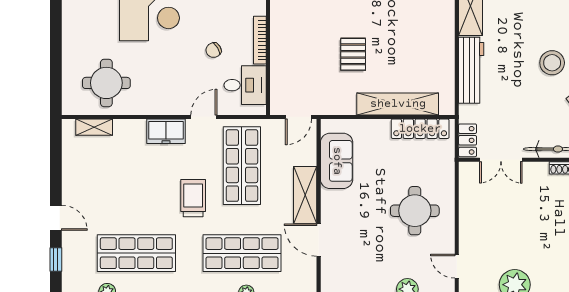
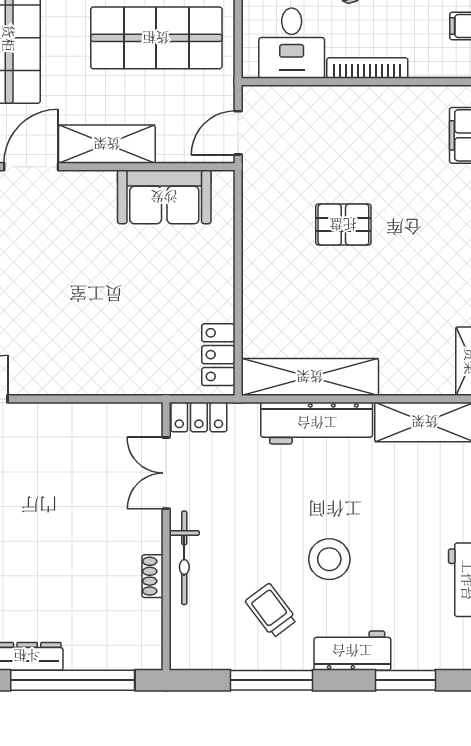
shelving: (398, 104) -> (310, 377), moved, turned 90
door: (298, 117) -> (238, 133), hinge flipped
locker: (420, 129) -> (218, 355), width x0.66
round table: (415, 211) -> (81, 328), removed

